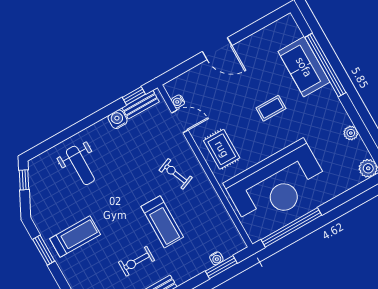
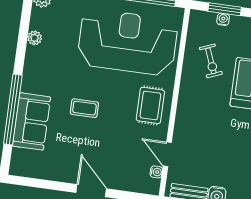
exercise bike: (176, 174) -> (211, 61), moved

